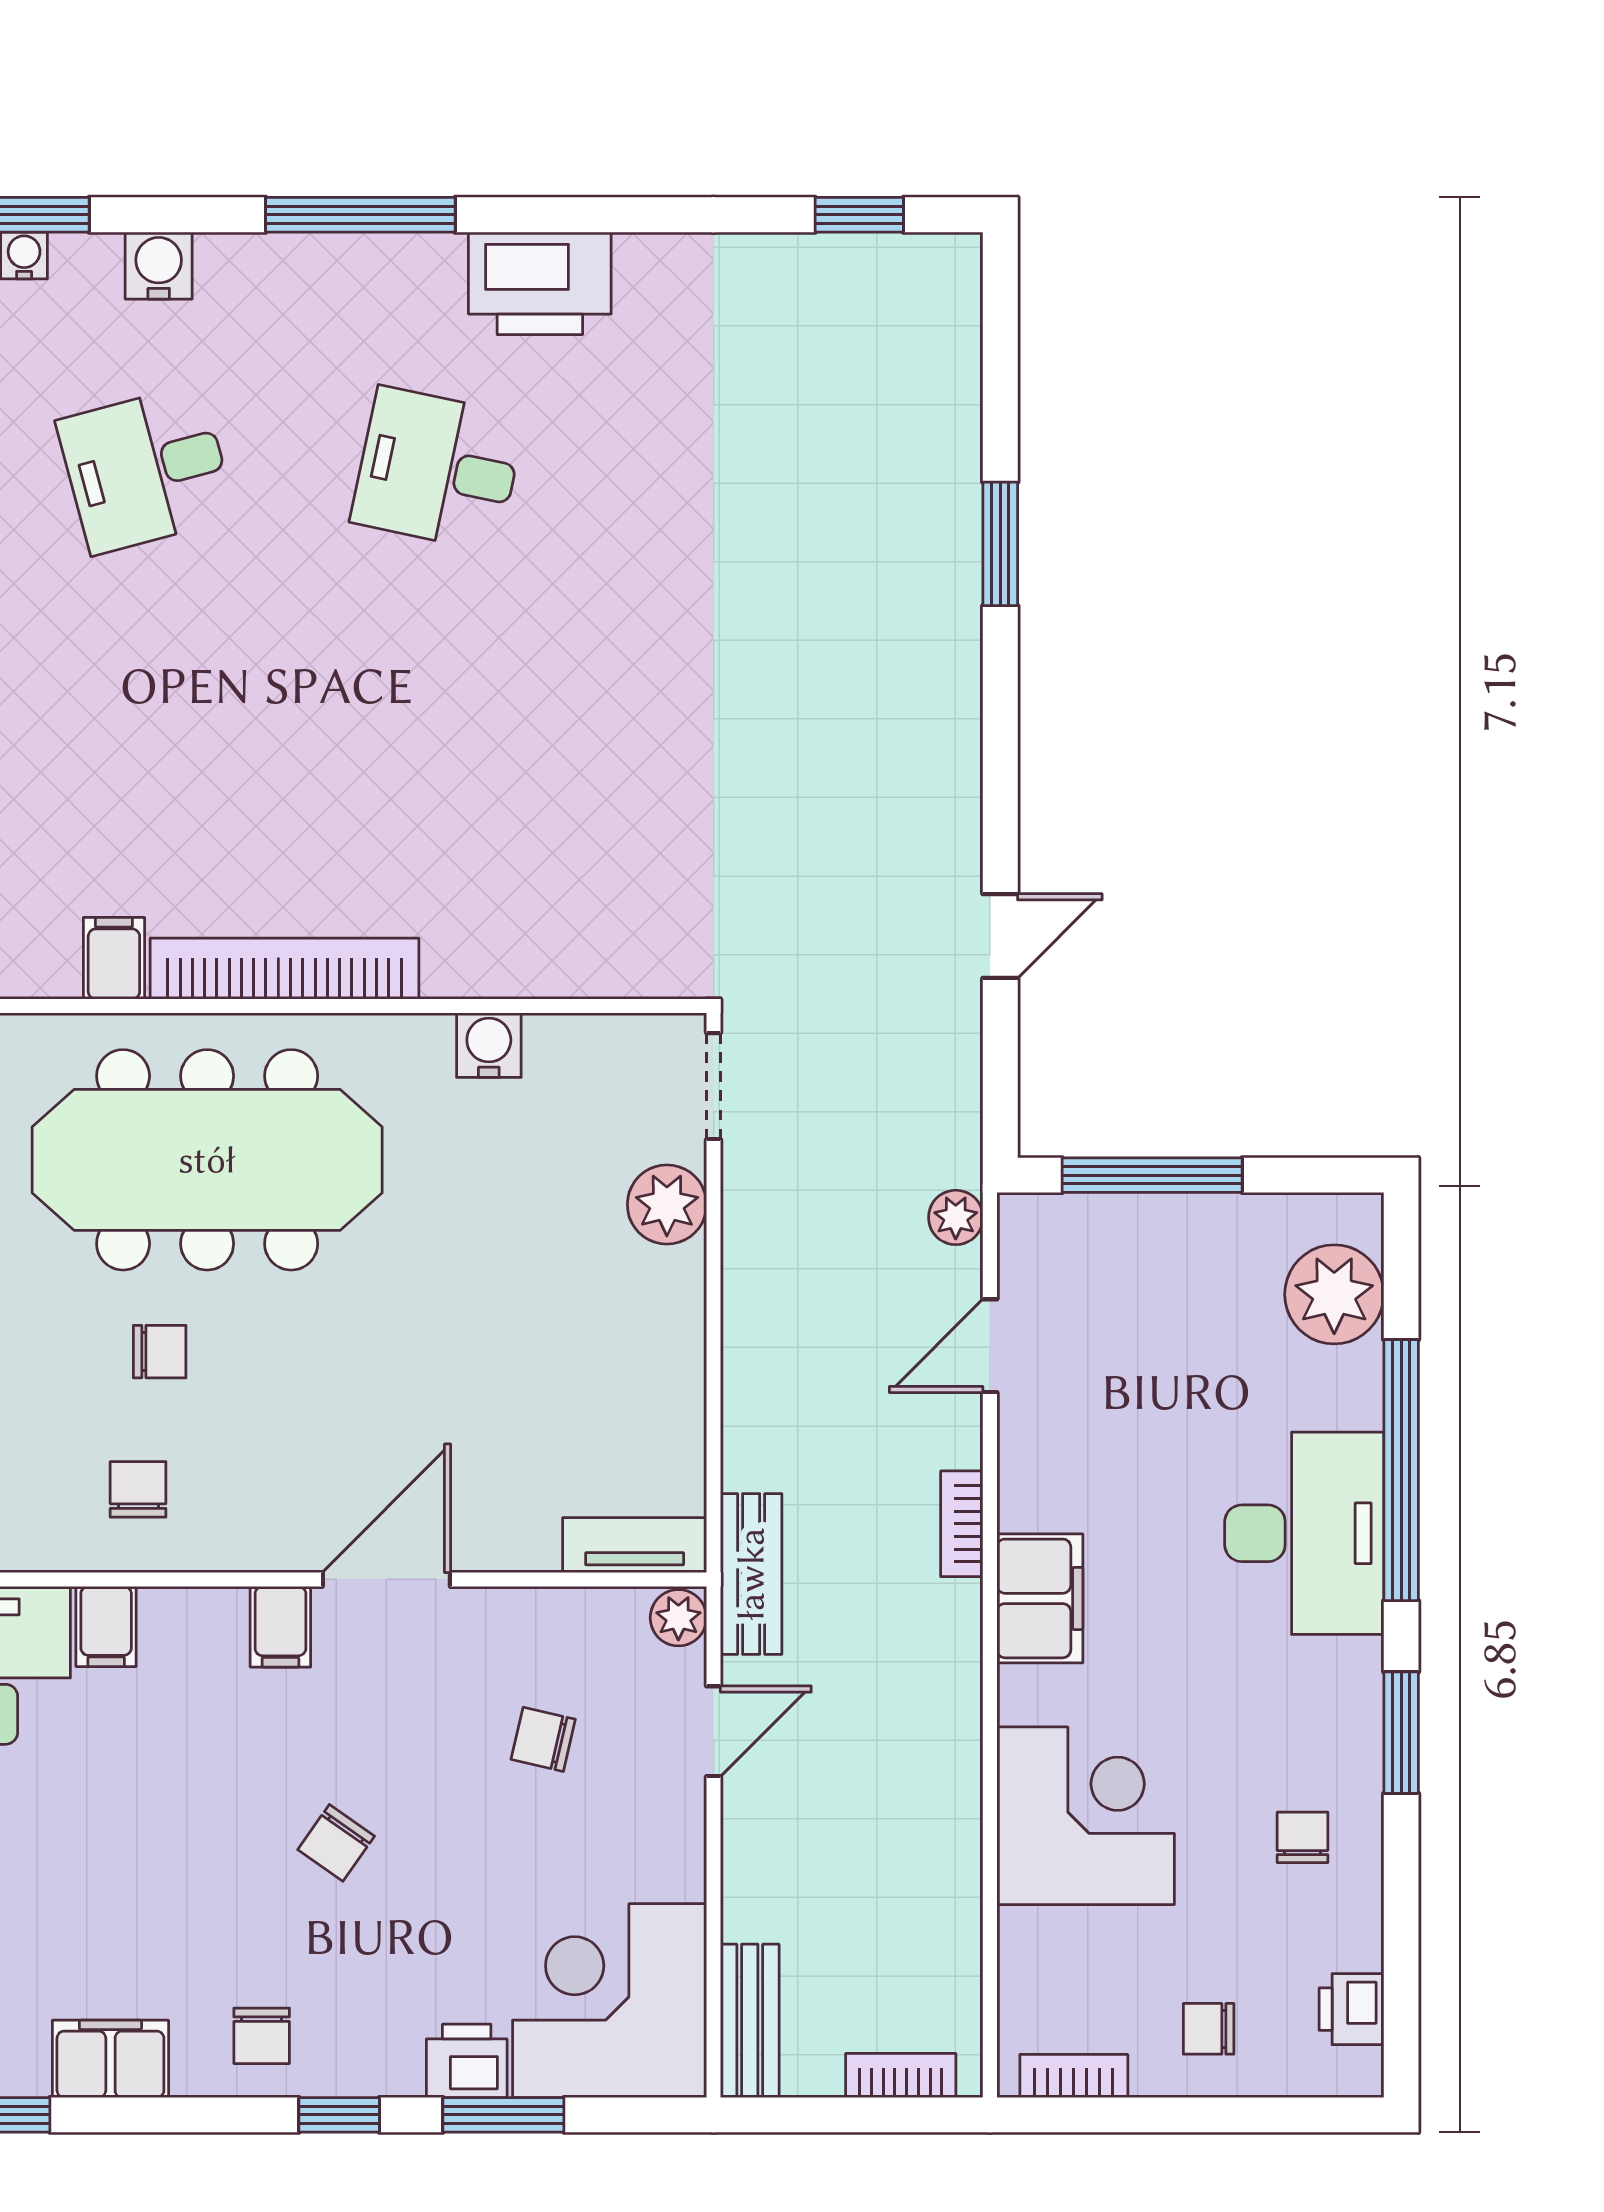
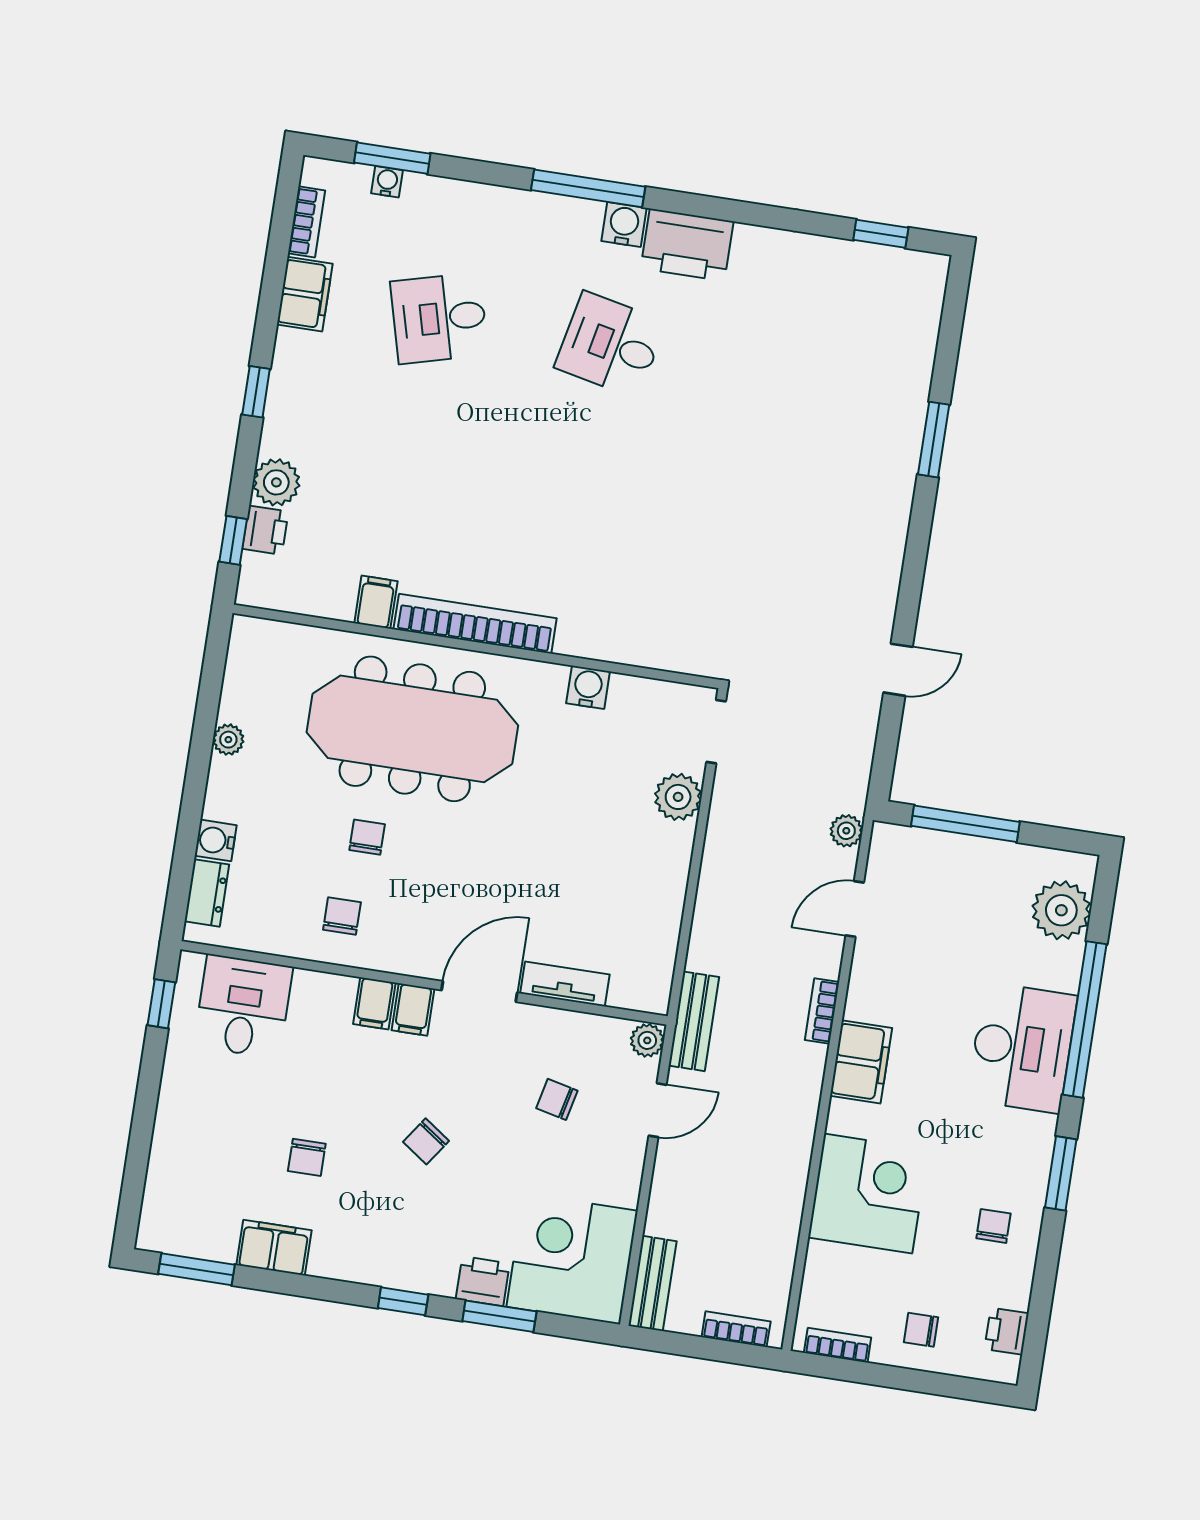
water cooler: (159, 266) -> (624, 224), moved
chair: (160, 1352) -> (367, 837), turned -90
tv unit: (635, 1545) -> (565, 984), moved
filing cabinet: (106, 1626) -> (374, 1003), moved
chair: (262, 2036) -> (307, 1157), moved

